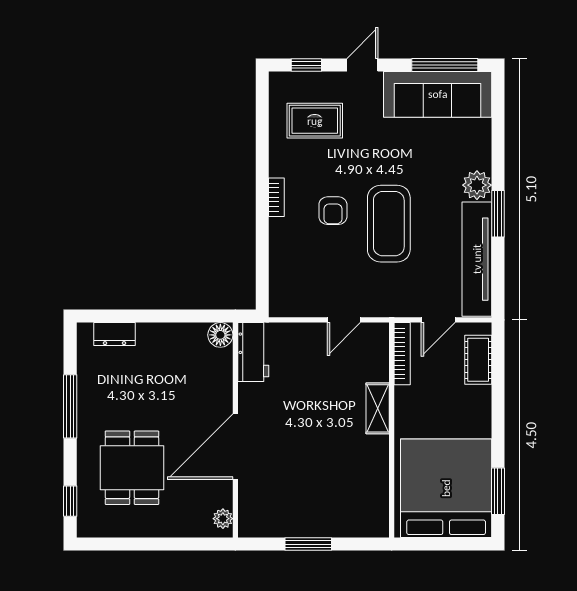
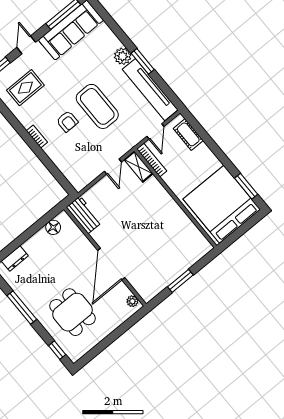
floor lamp: (220, 335) -> (53, 227), moved
shelving: (378, 408) -> (139, 167), moved

